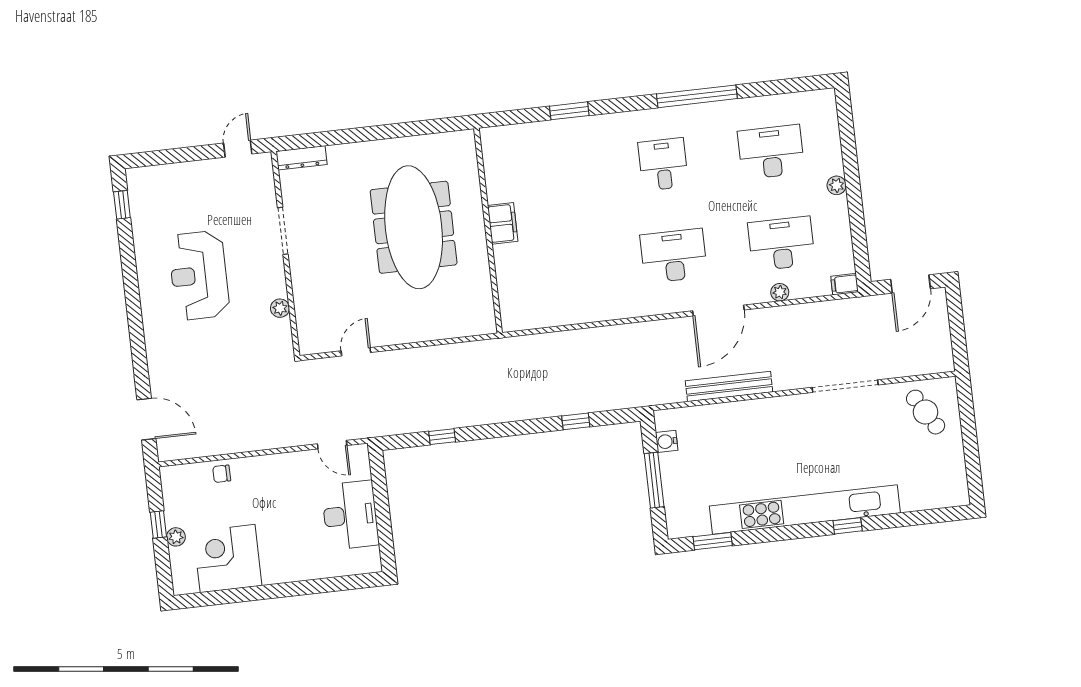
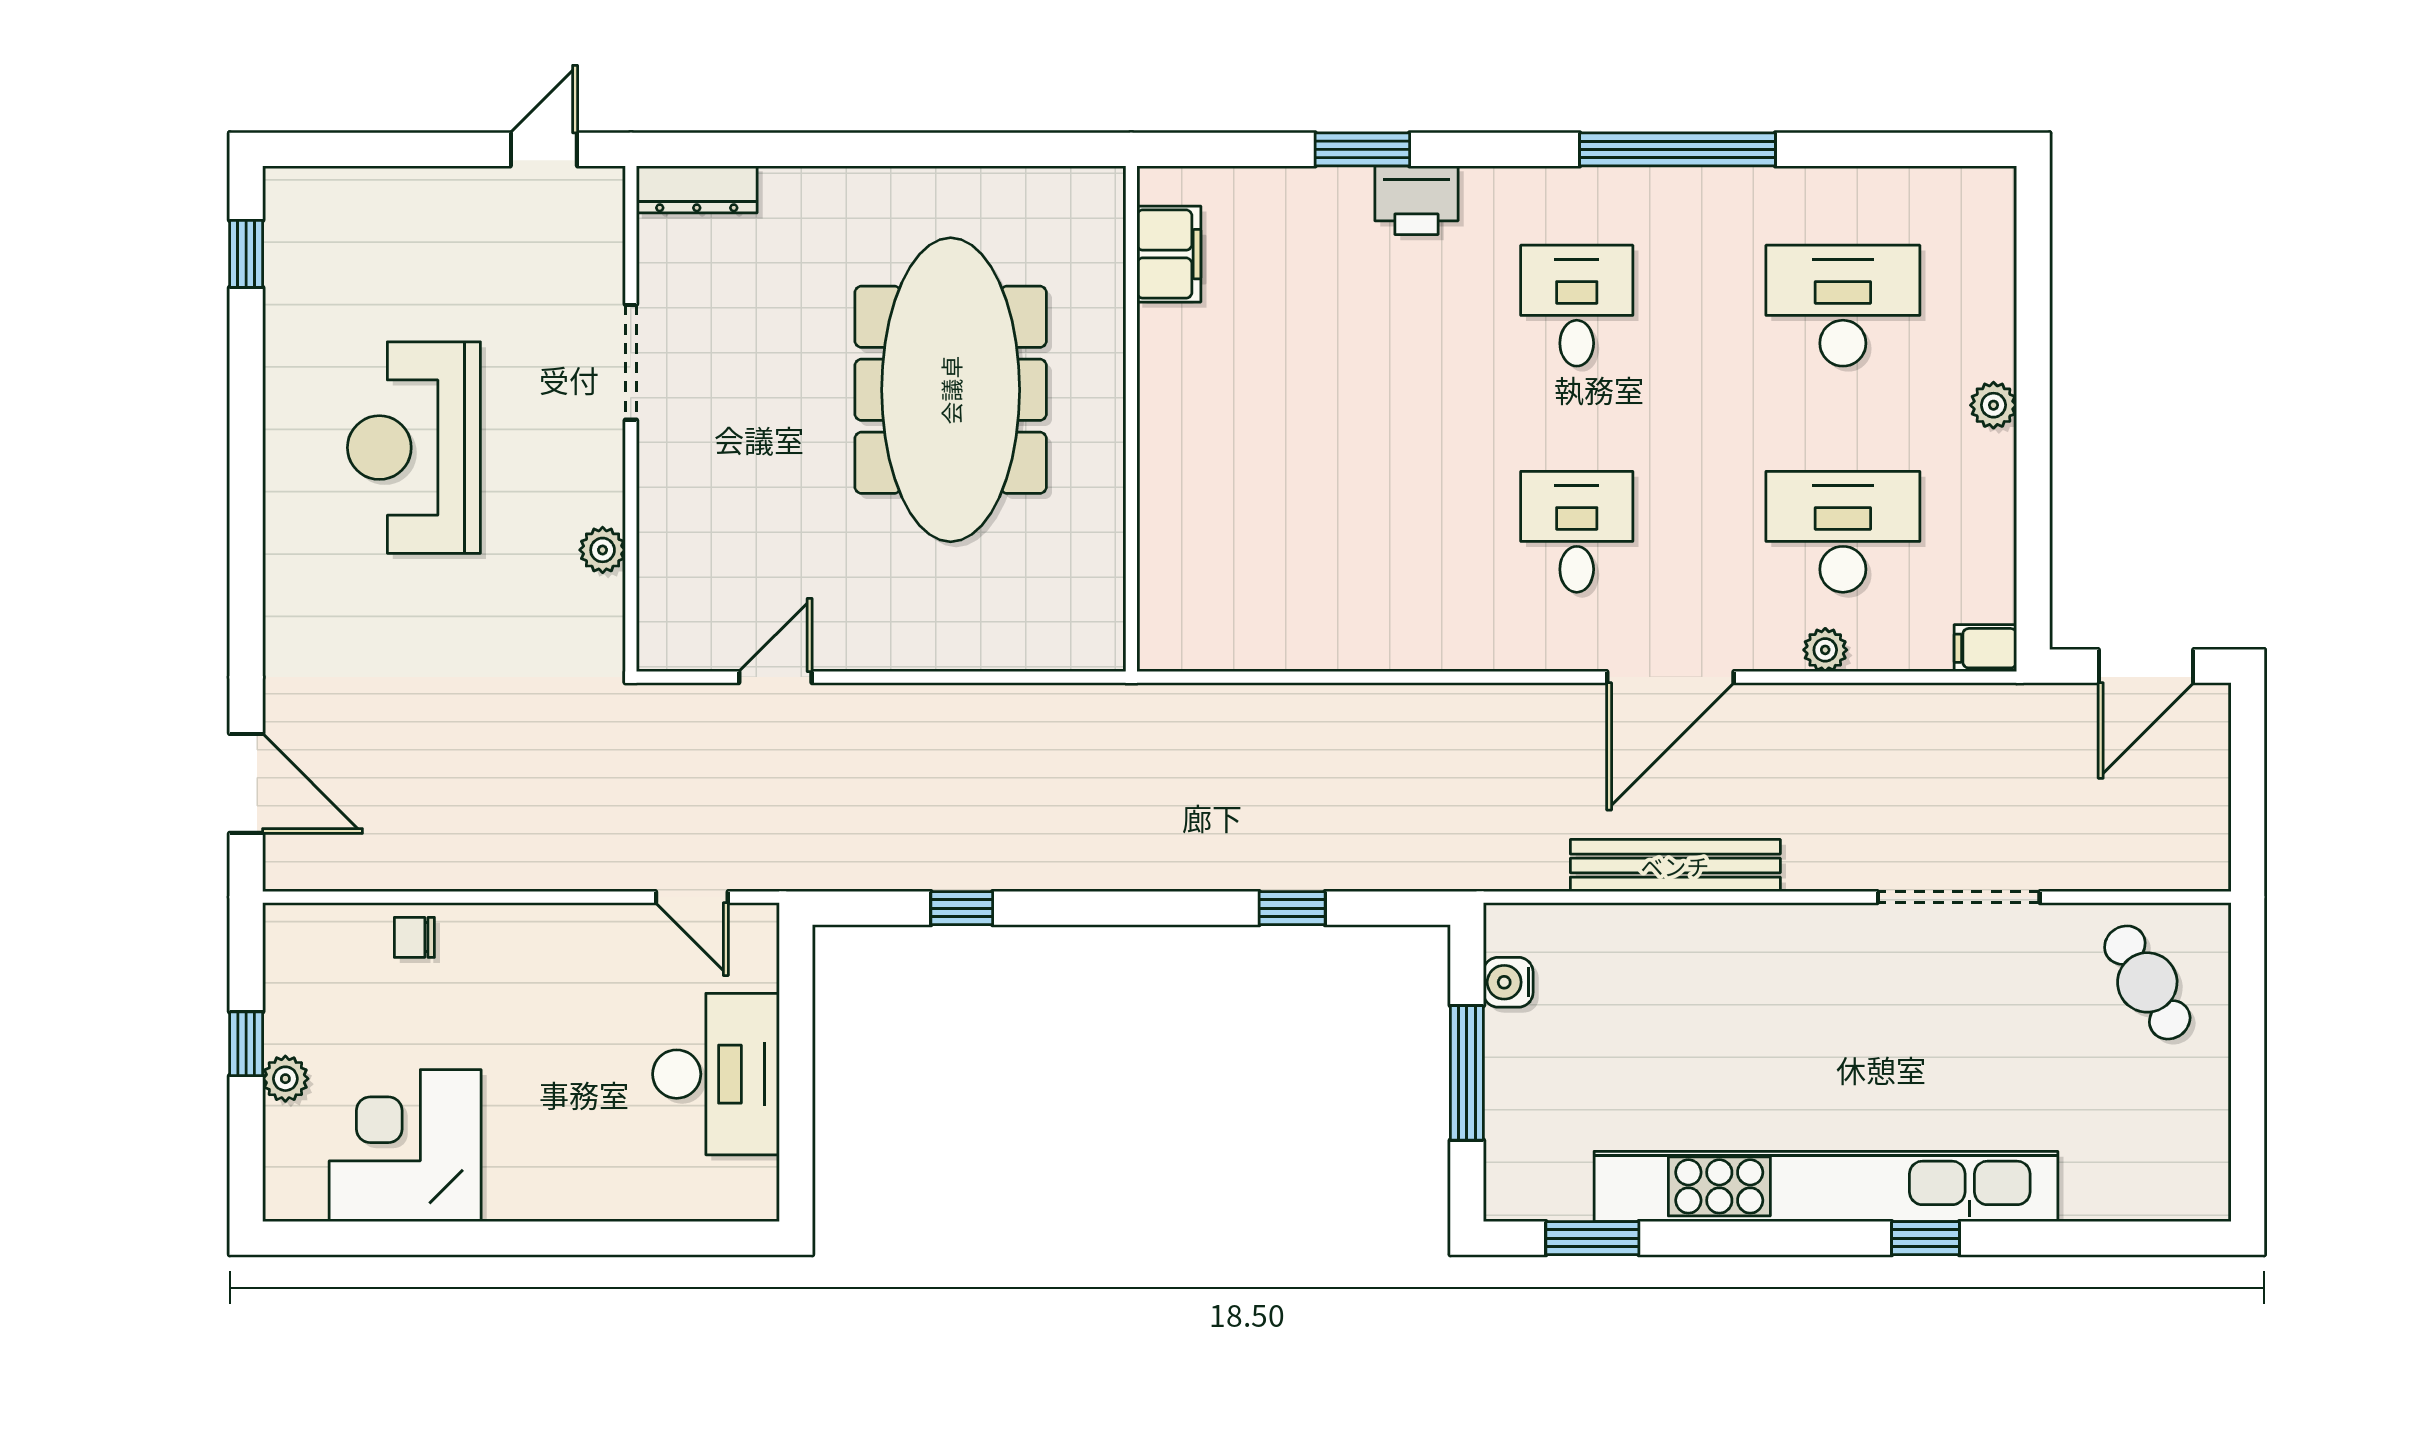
printer: (593, 129) -> (1416, 200), added
filing cabinet: (503, 223) -> (1169, 254), moved
desk: (674, 256) -> (1577, 532), width x0.73

